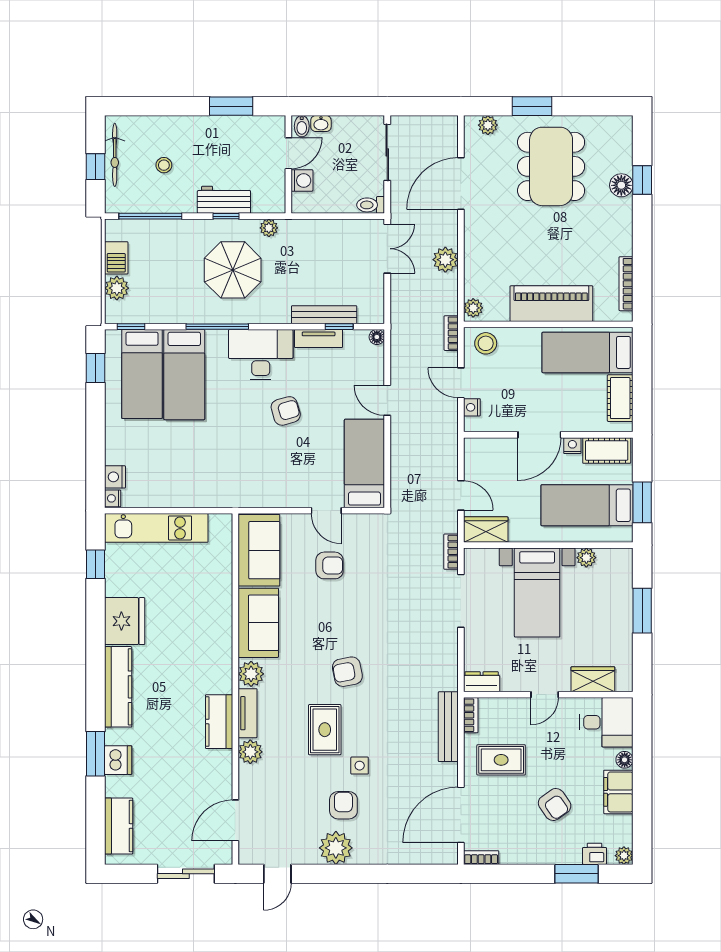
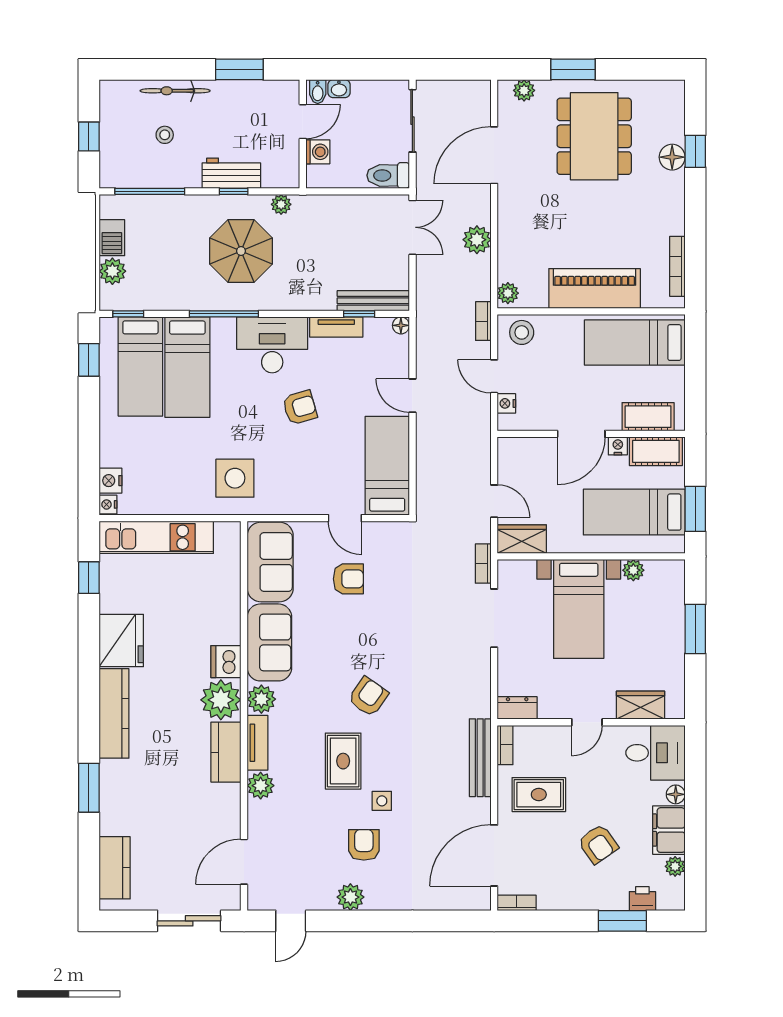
bicycle: (115, 155) -> (175, 91), moved, turned 90
toilet: (371, 205) -> (388, 175), width x1.37, depth x1.39
bench: (324, 315) -> (373, 301), moved
cot: (620, 398) -> (648, 417), moved, turned 90
side table: (227, 475) -> (235, 478), added
armchair: (347, 672) -> (368, 697), turned 136
plant: (214, 675) -> (221, 700), added
dishwasher: (118, 760) -> (226, 662), moved, turned 180
plant: (336, 848) -> (350, 897), width x0.73, depth x0.73
plant: (624, 856) -> (675, 866), moved

